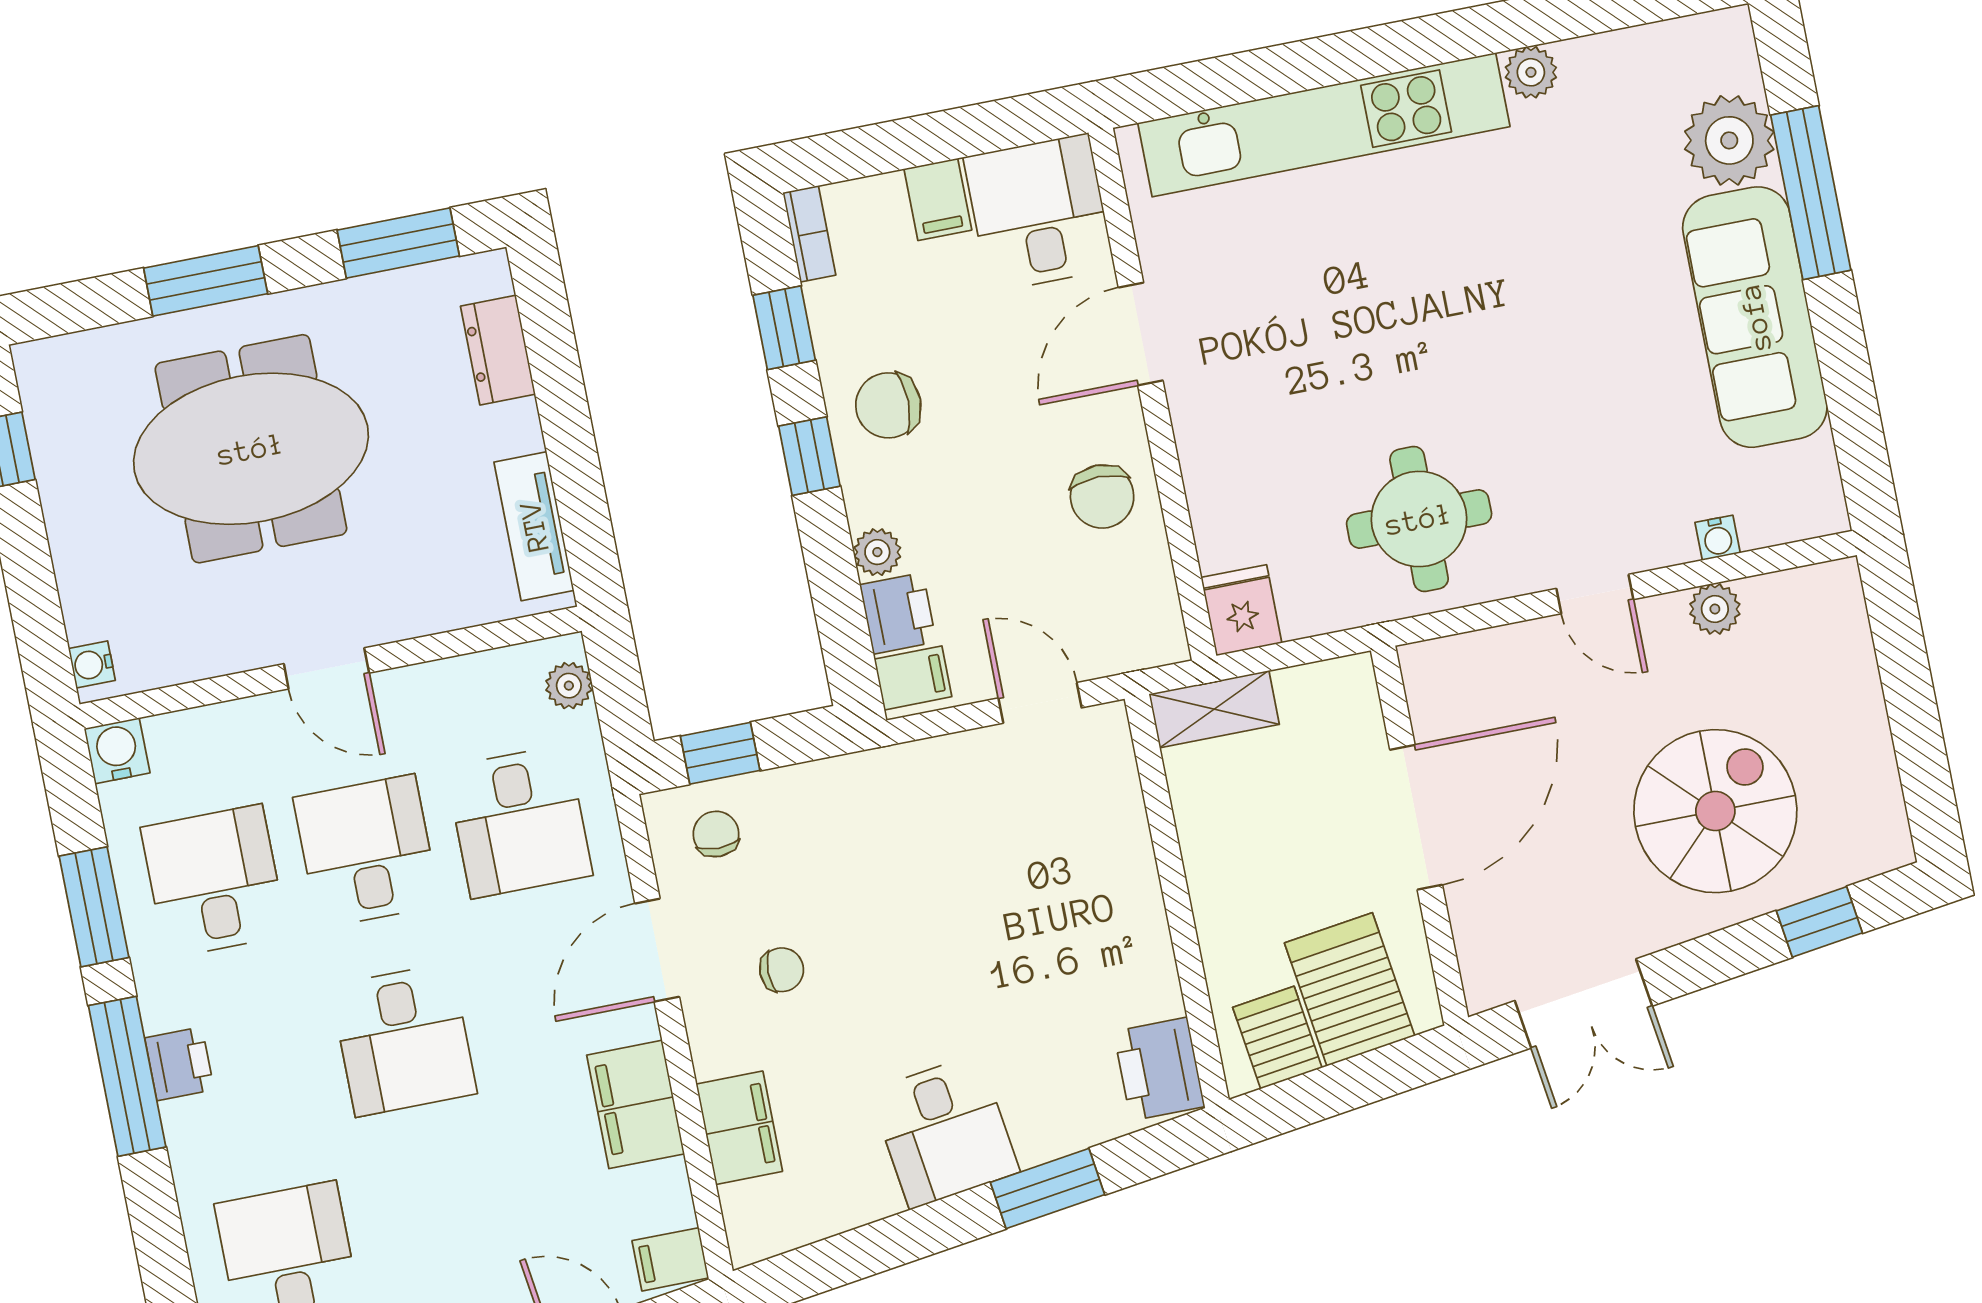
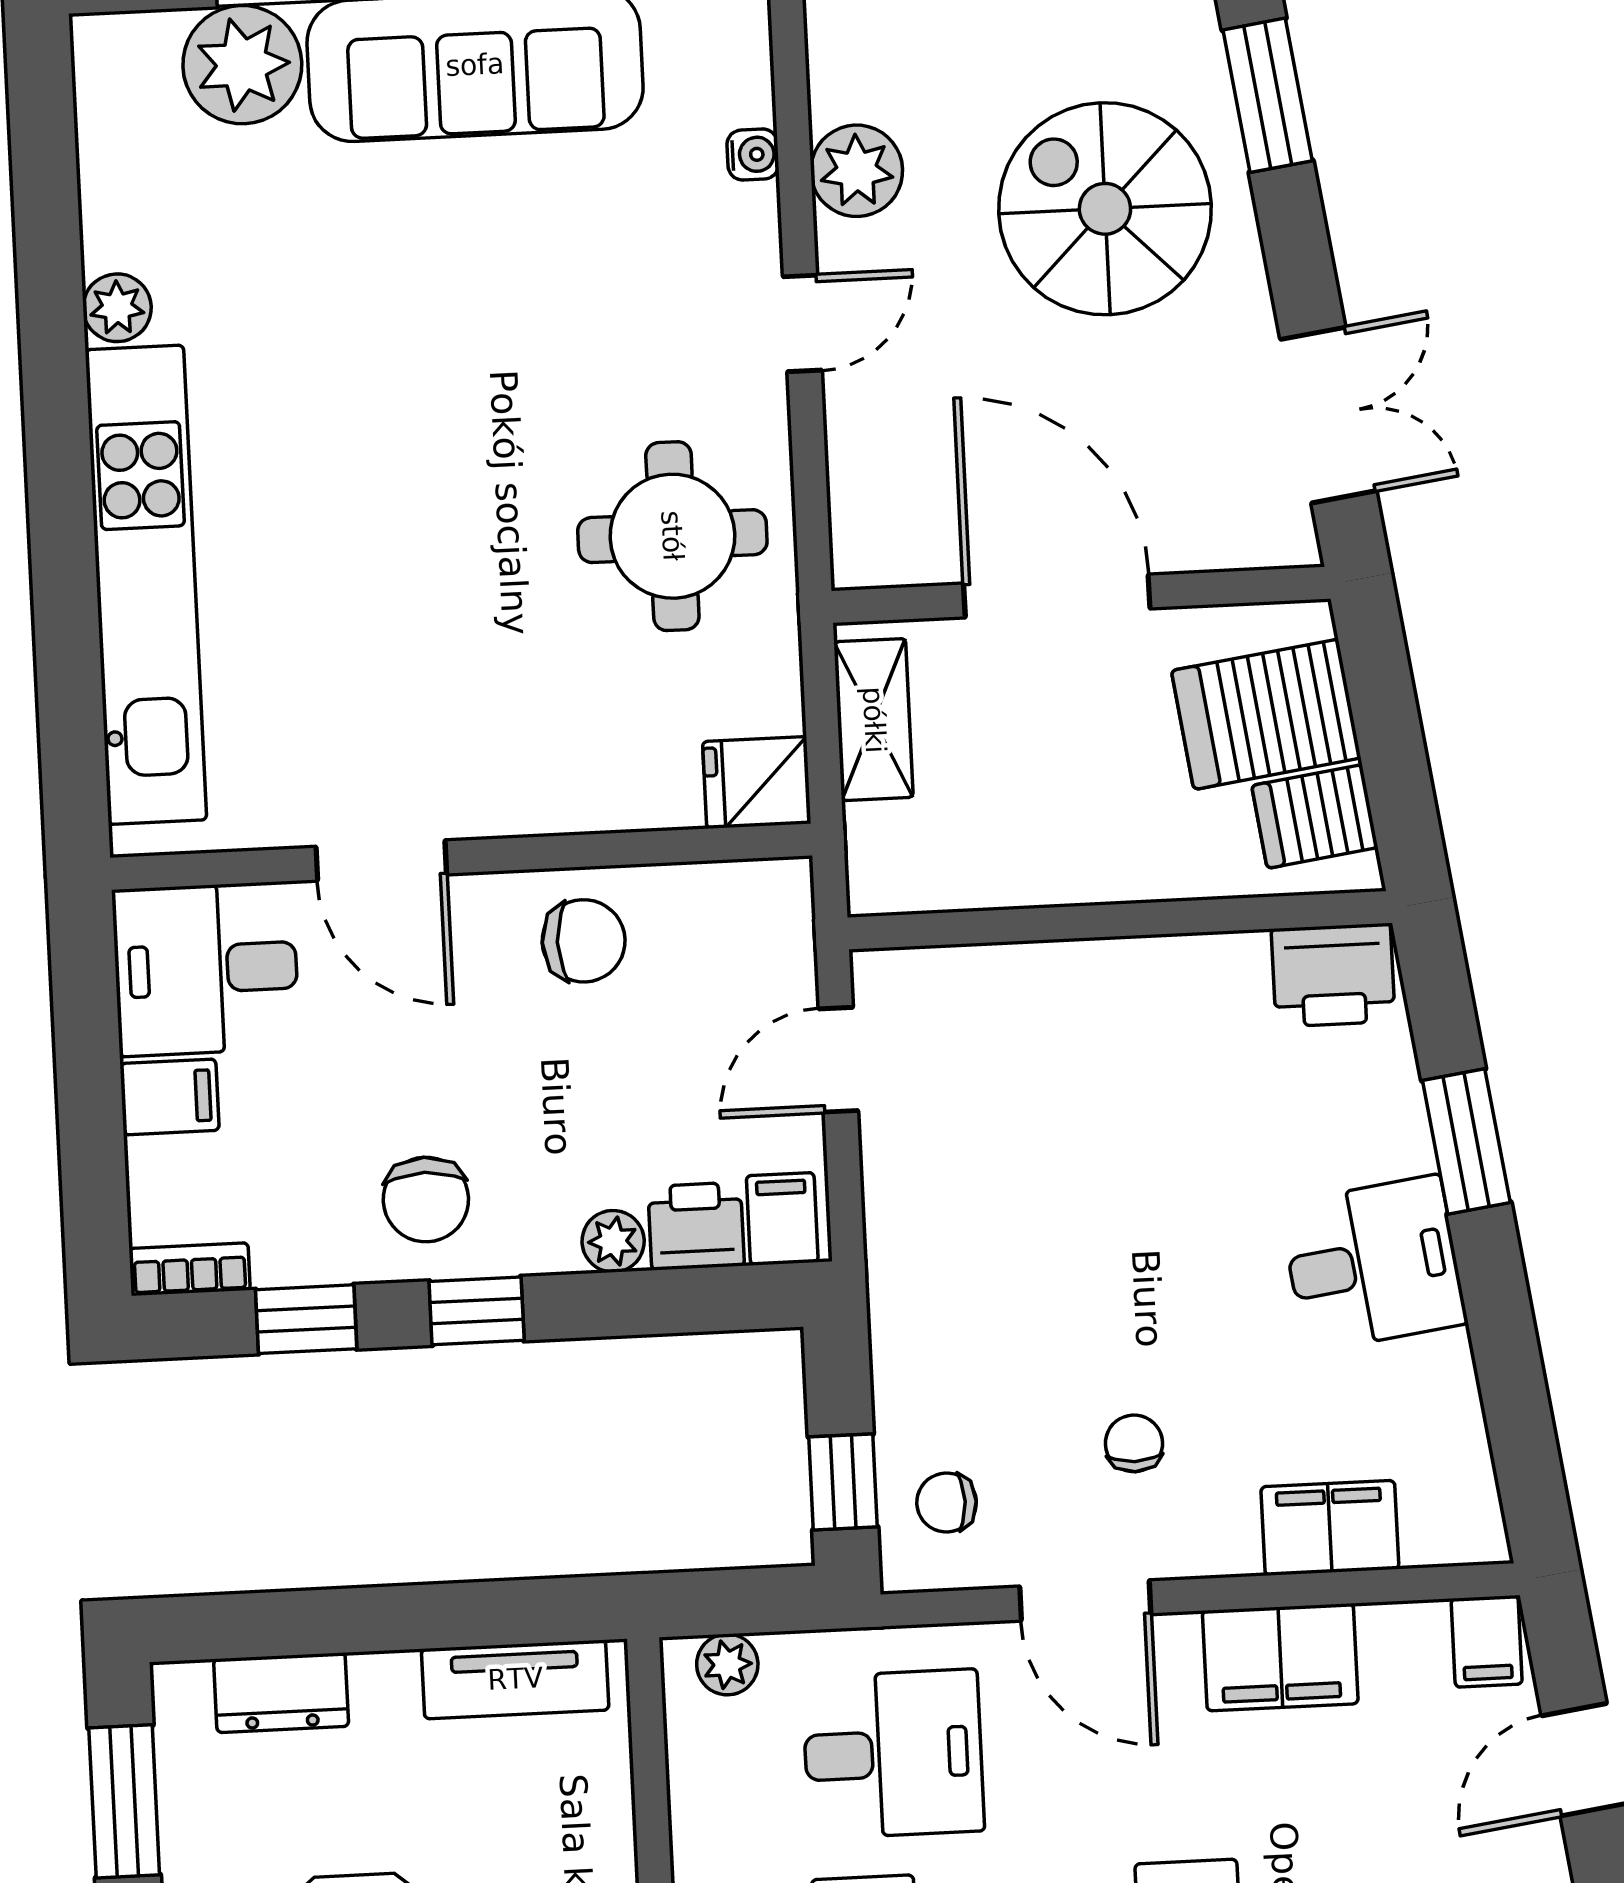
plant: (1715, 609) -> (857, 171), width x1.38, depth x1.38
shelving: (1214, 709) -> (874, 720), moved
window: (1819, 922) -> (1268, 95), width x1.50

